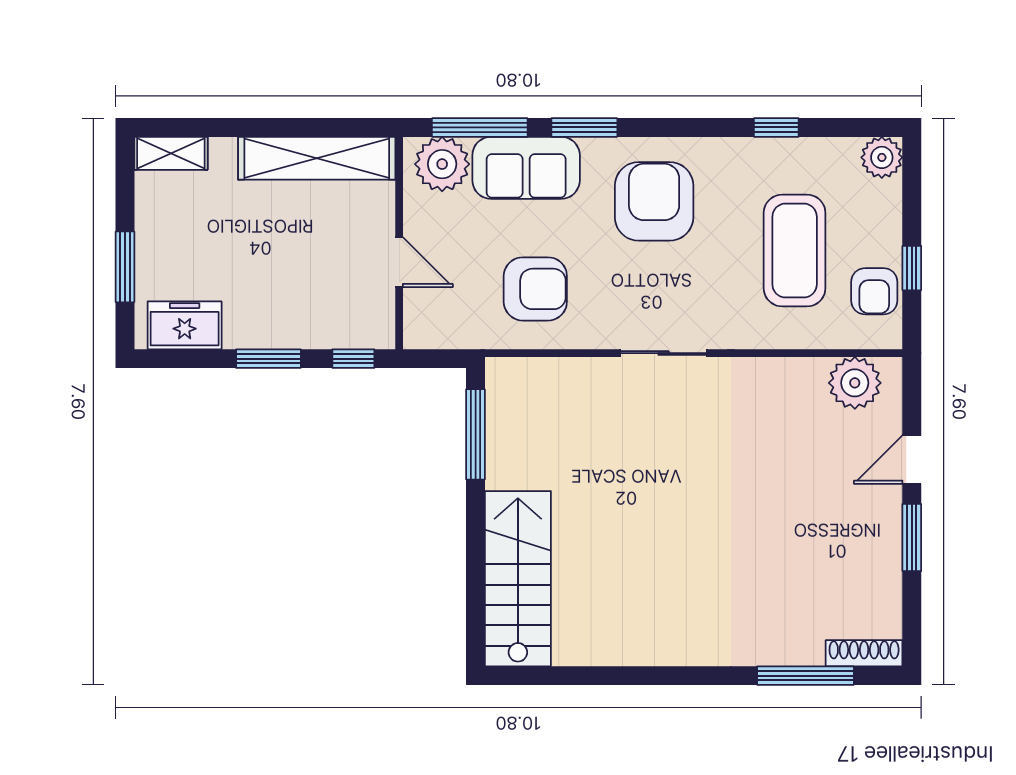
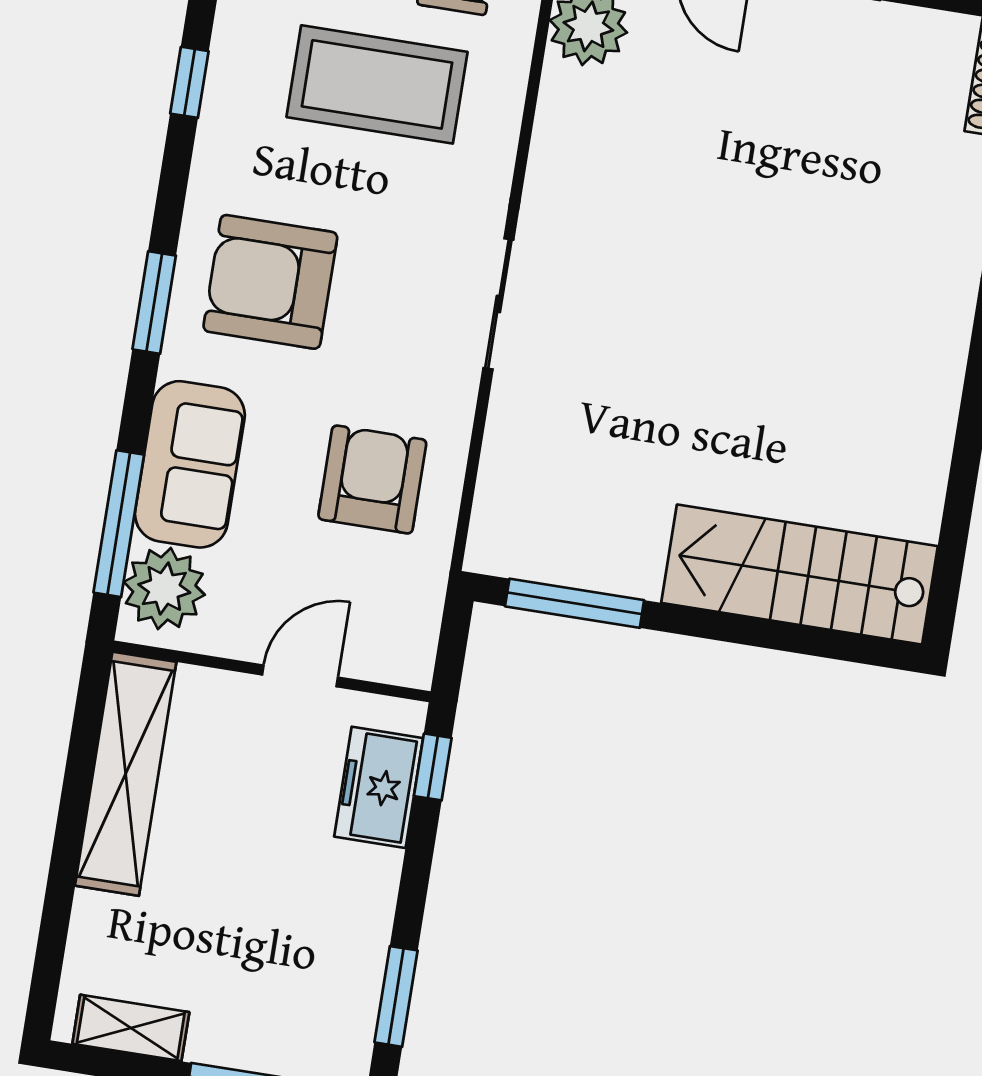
window: (584, 127) -> (154, 302), moved
shelving: (171, 153) -> (131, 1028), moved, turned 90
freezer: (185, 325) -> (379, 787), moved
window: (268, 359) -> (396, 996), moved

